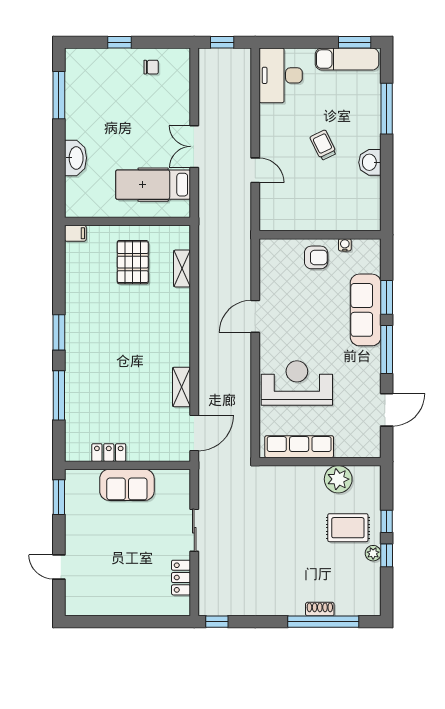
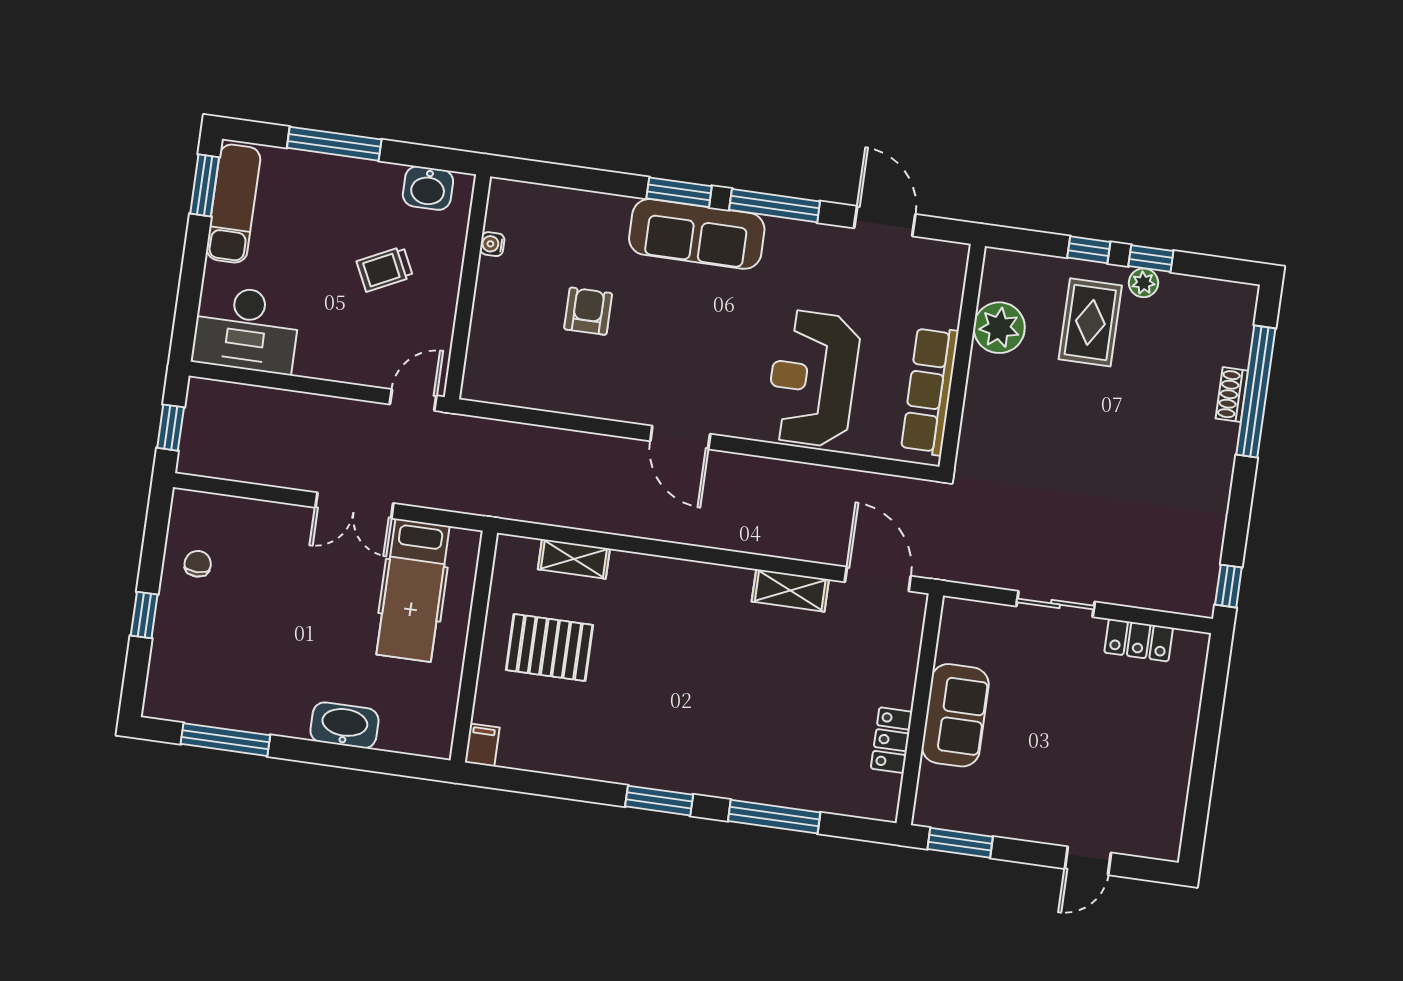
wall: (320, 235) -> (467, 287), moved
water cooler: (345, 245) -> (492, 244), moved

